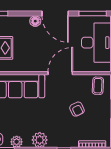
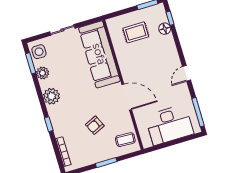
door: (55, 14) -> (186, 73), width x0.53
floor lamp: (35, 21) -> (165, 29), moved

